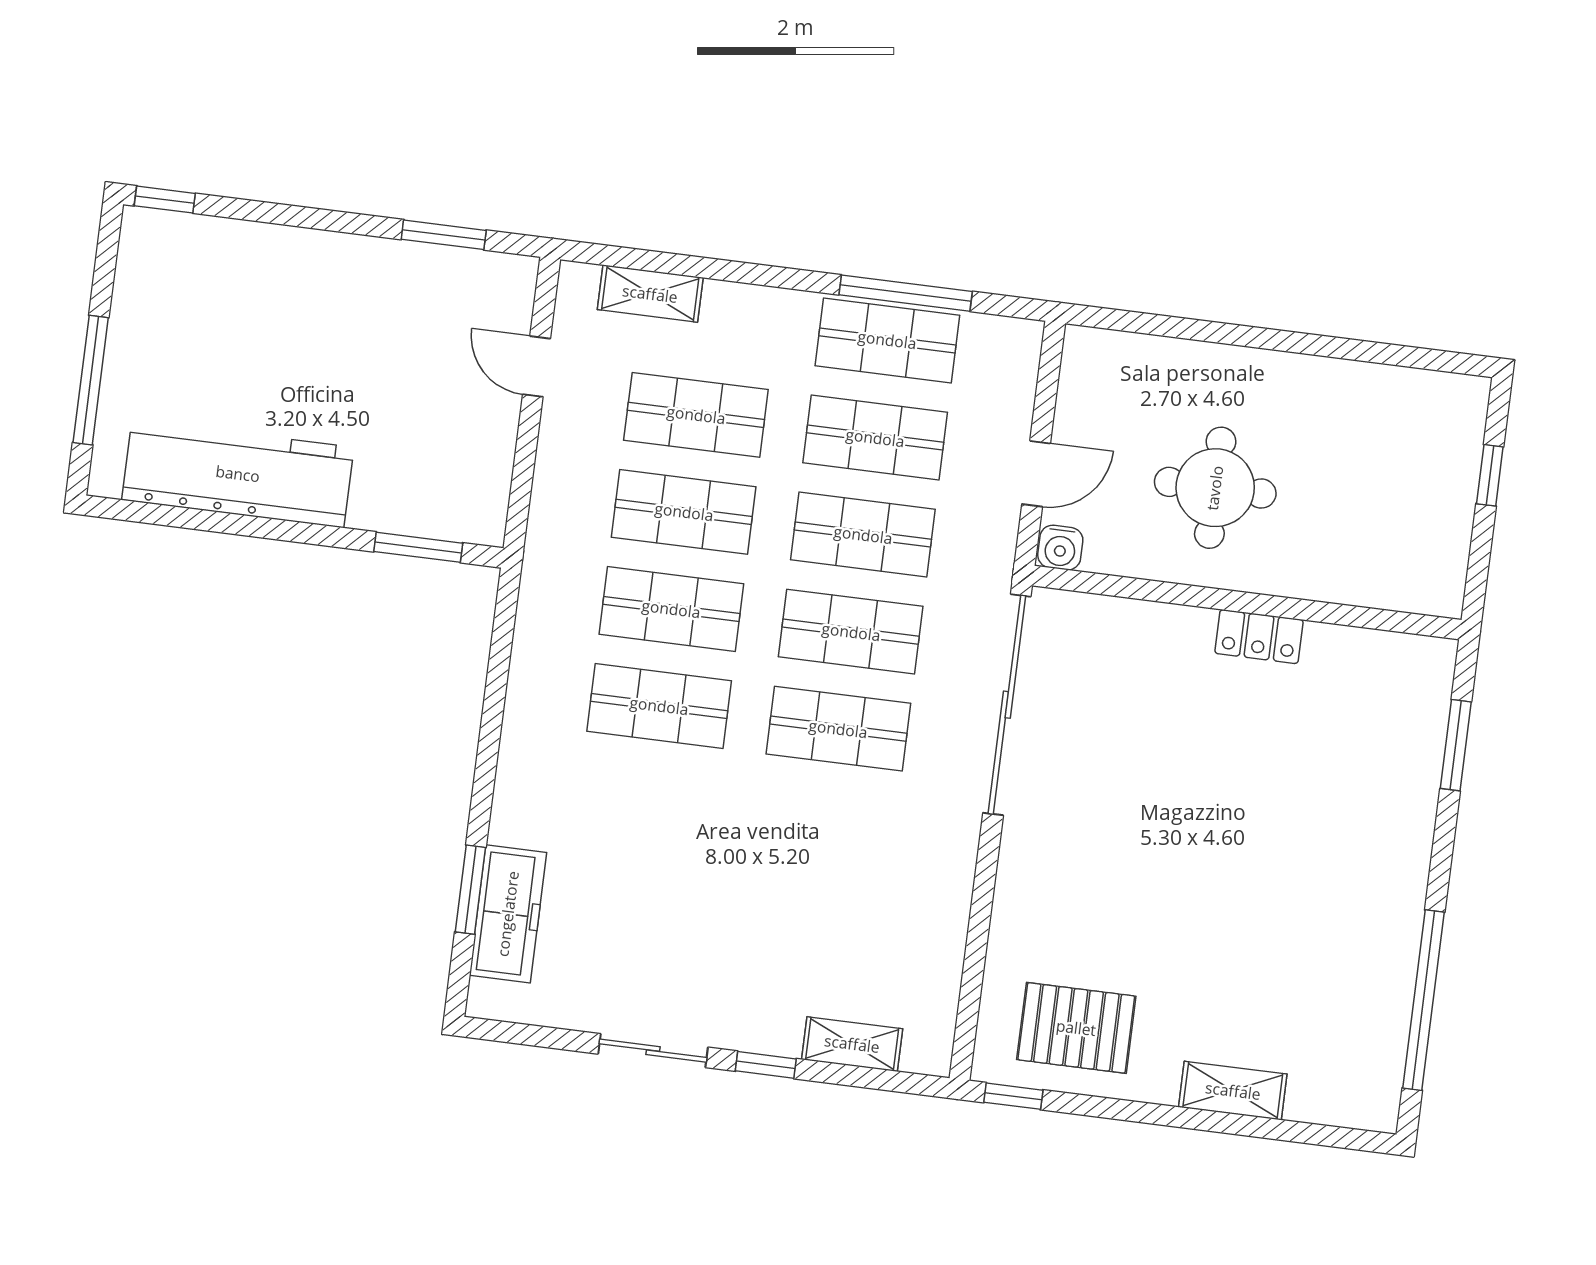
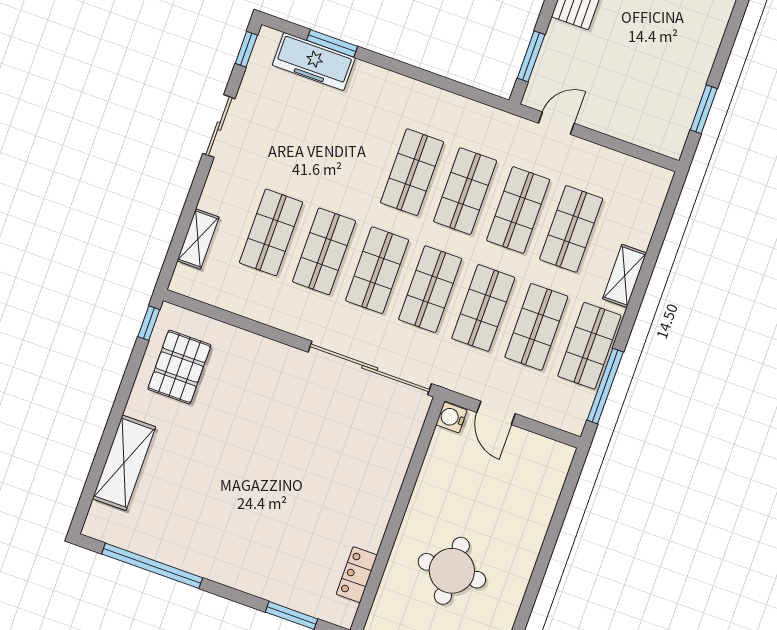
window: (906, 293) -> (605, 386), moved
shelving: (650, 294) -> (625, 276), moved
door: (536, 366) -> (556, 123), moved
round table: (1215, 488) -> (452, 571), moved
locker: (1259, 637) -> (357, 575), moved
shop shelf: (826, 826) -> (324, 251), added
shop shelf: (814, 923) -> (271, 232), added
window: (766, 1065) -> (246, 49), moved
shelving: (1233, 1091) -> (124, 463), width x1.50, depth x1.33

